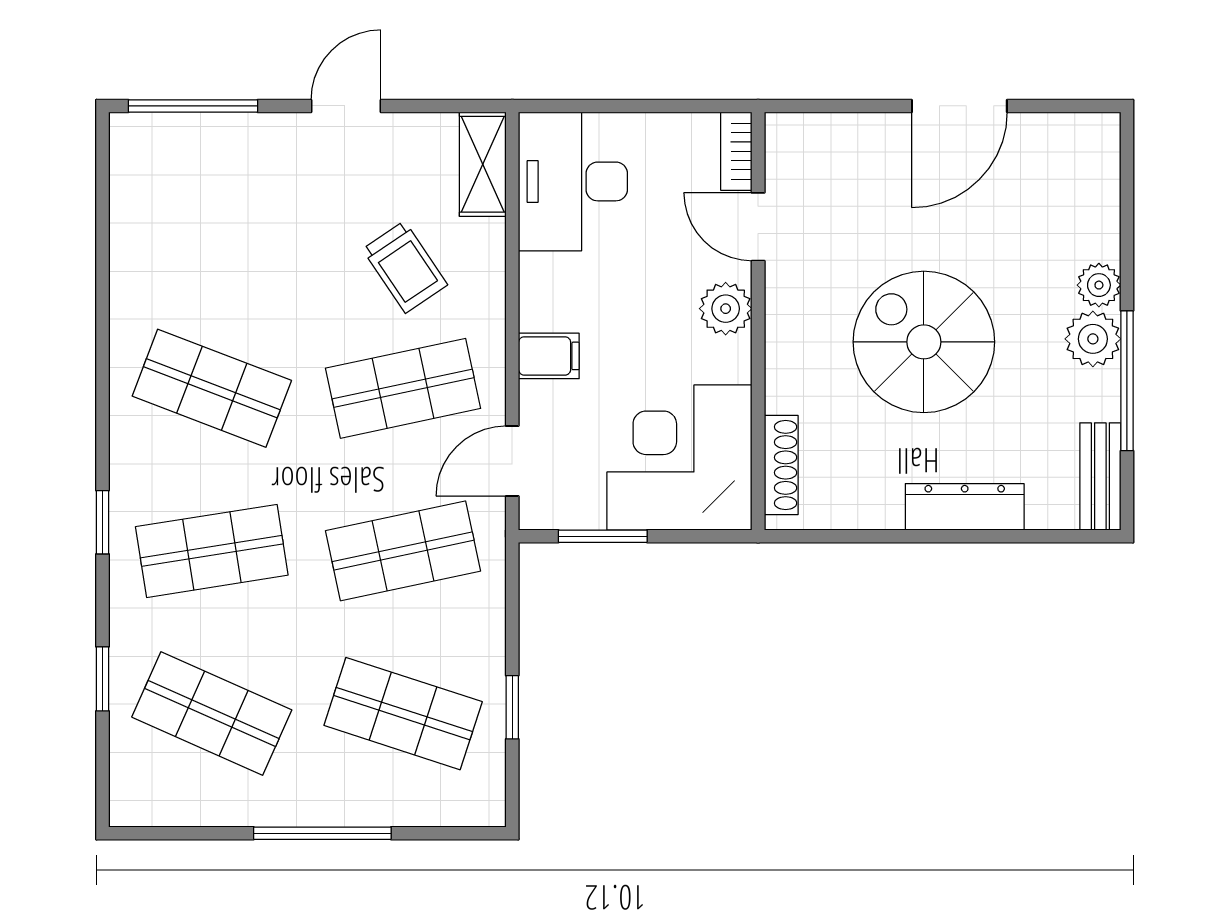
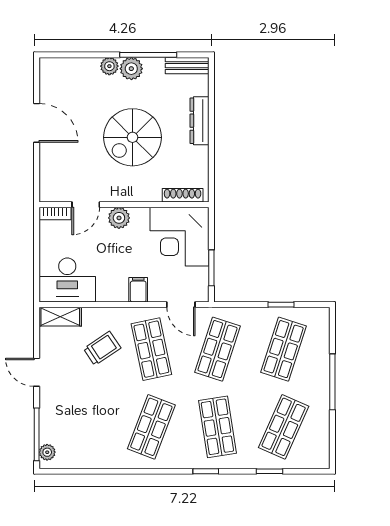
plant: (149, 132) -> (47, 452), added
shop shelf: (403, 551) -> (217, 349), turned 30

